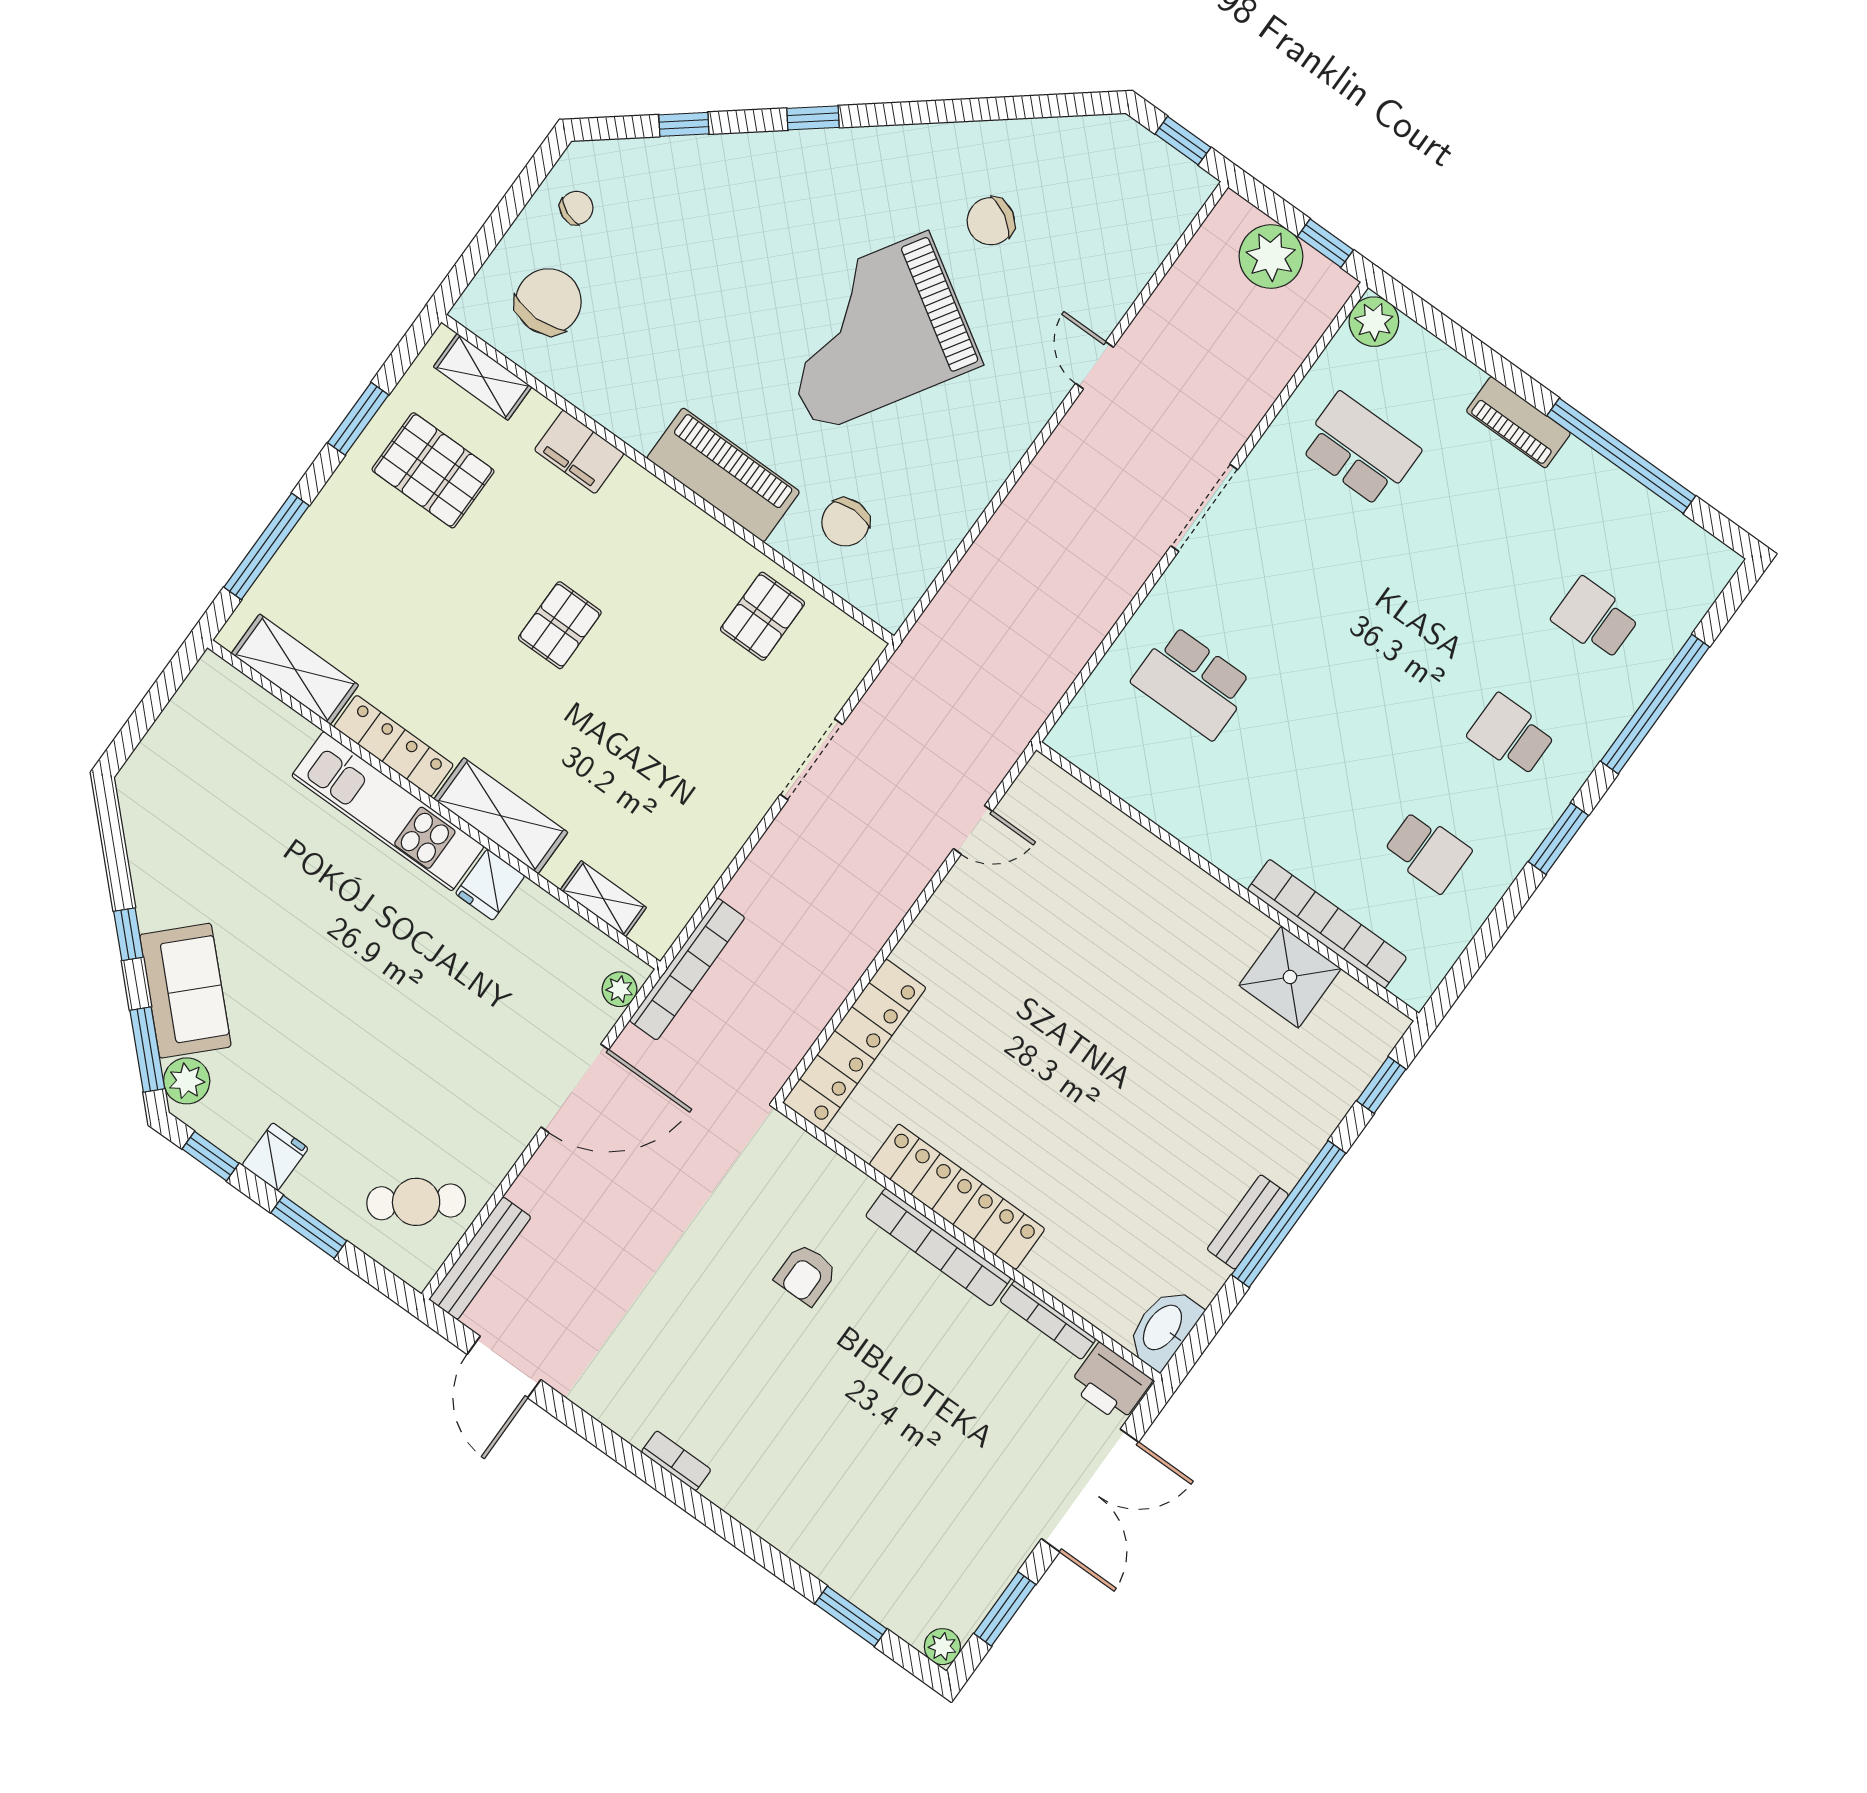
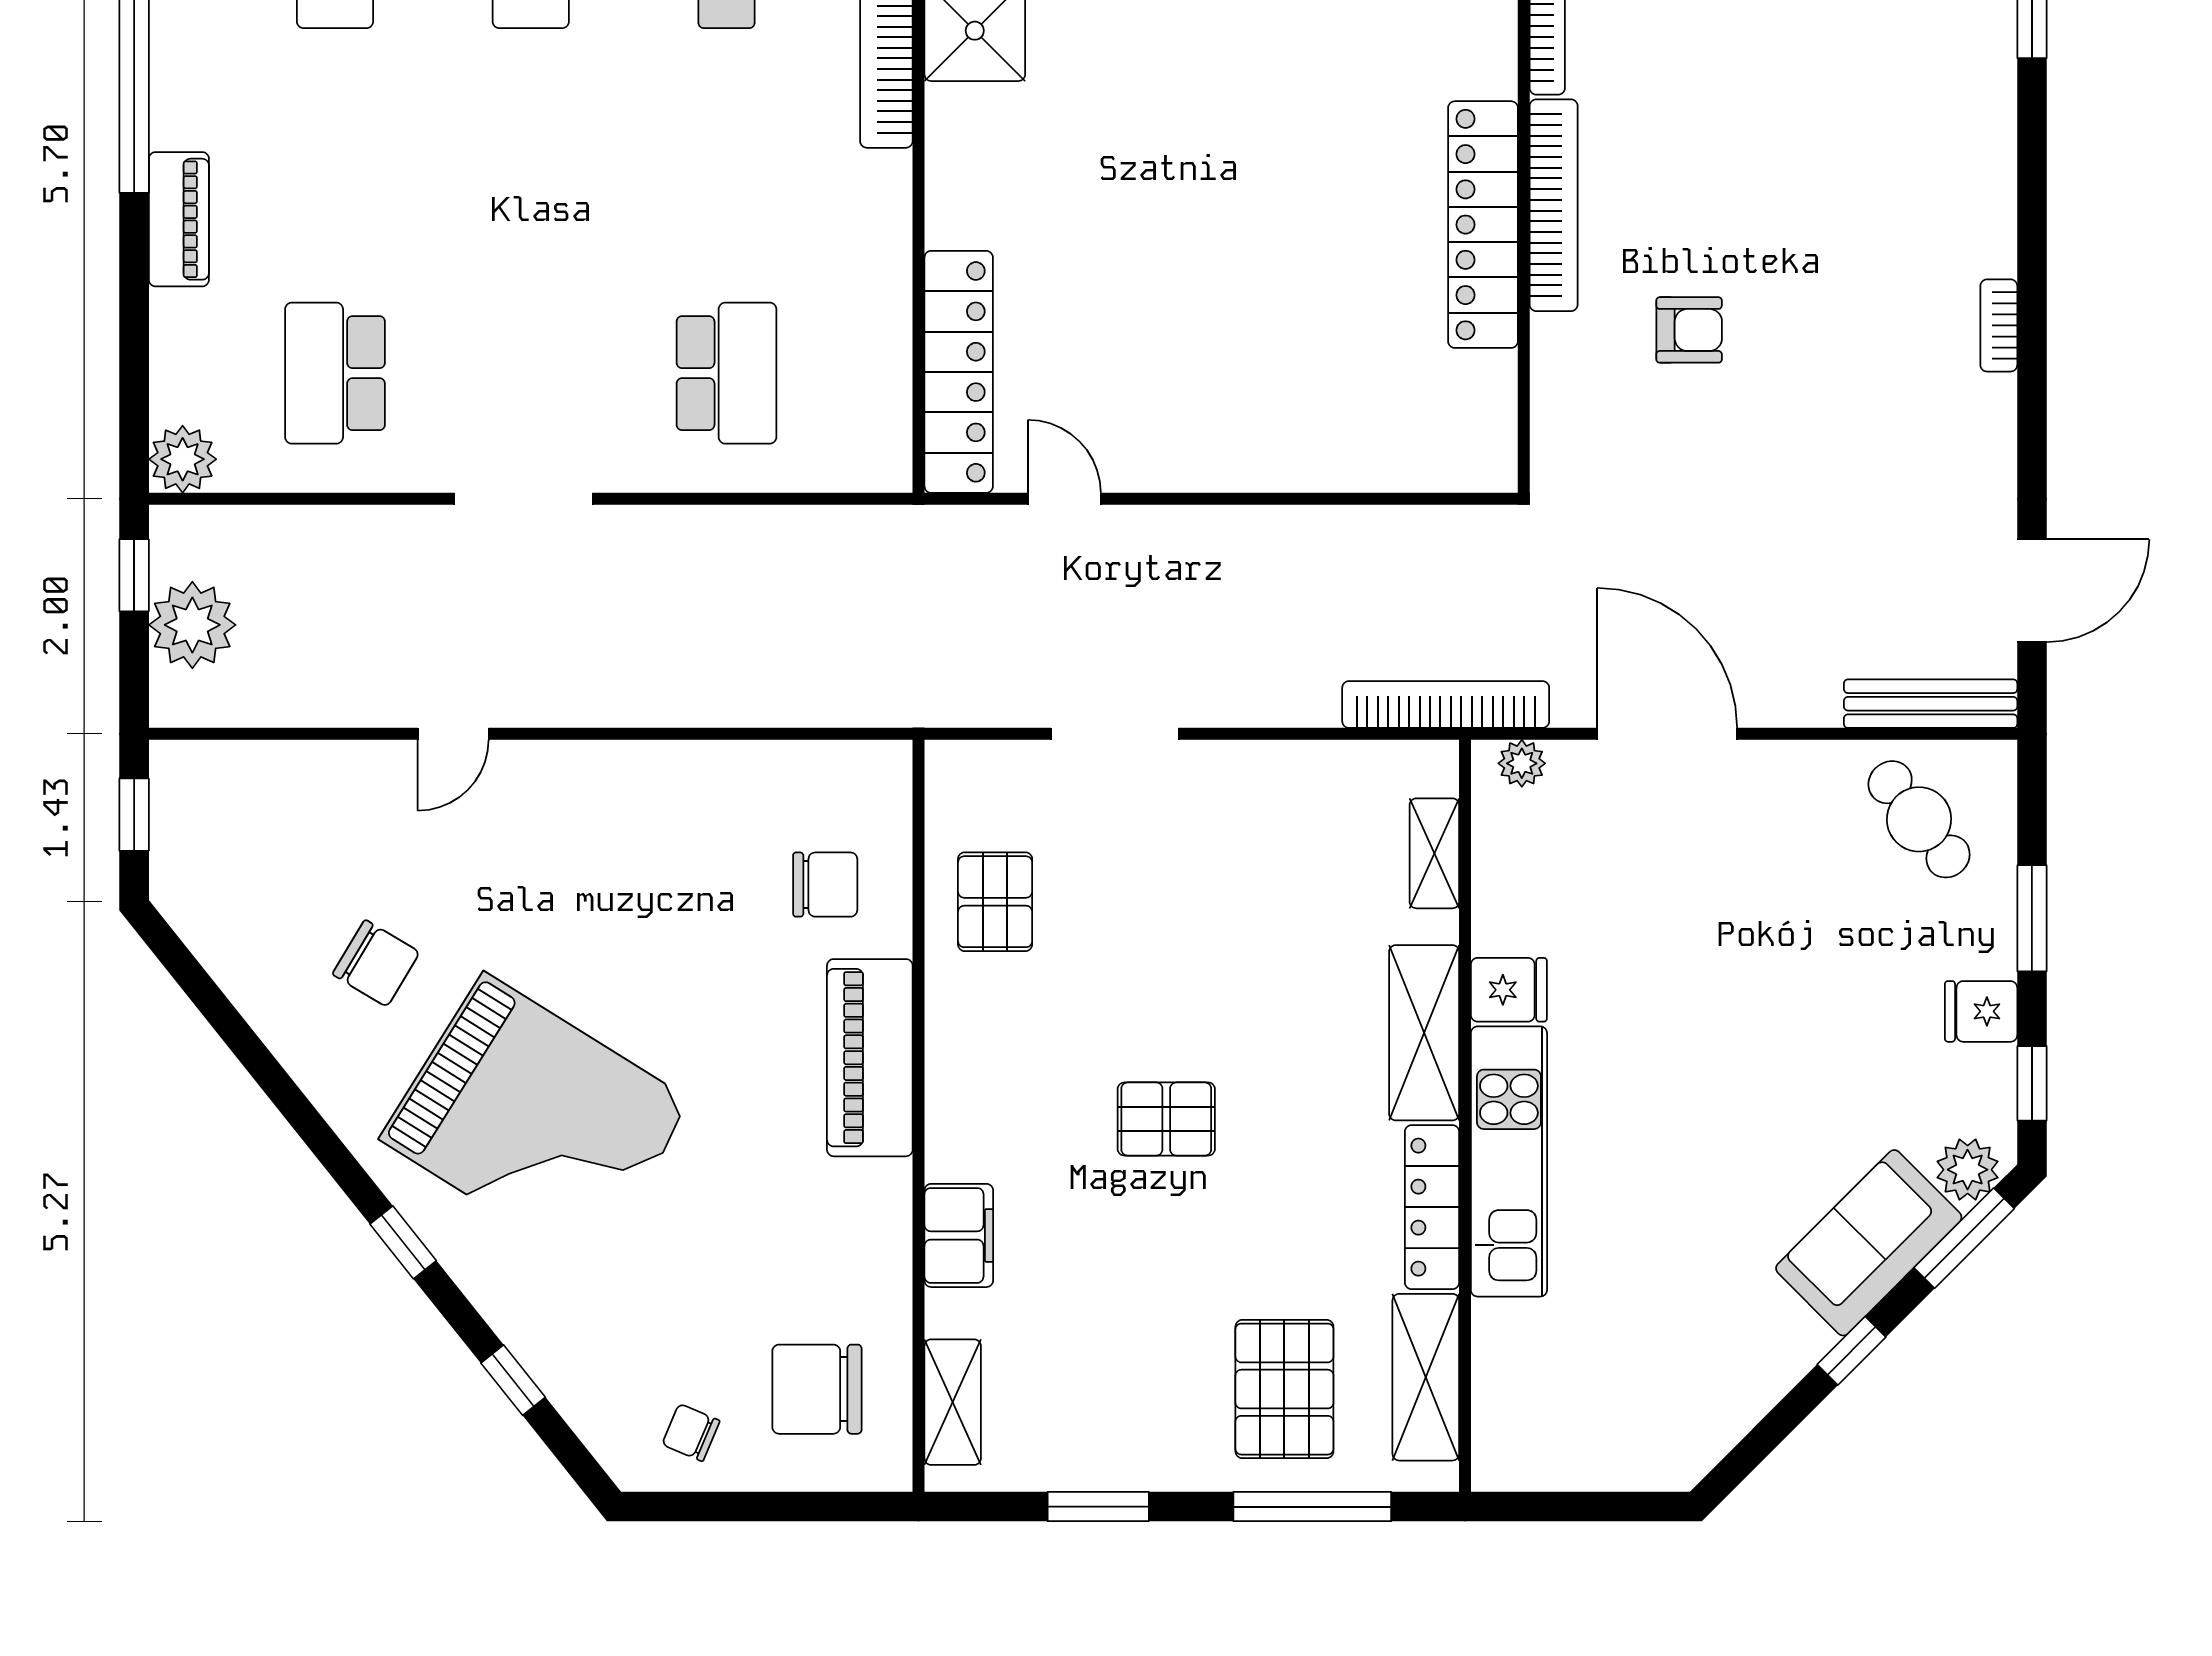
grand piano: (872, 332) -> (536, 1121), moved
pallet: (433, 470) -> (1284, 1389), moved
pallet: (762, 616) -> (995, 902), turned 90
locker: (854, 1045) -> (959, 372), moved, turned 90

